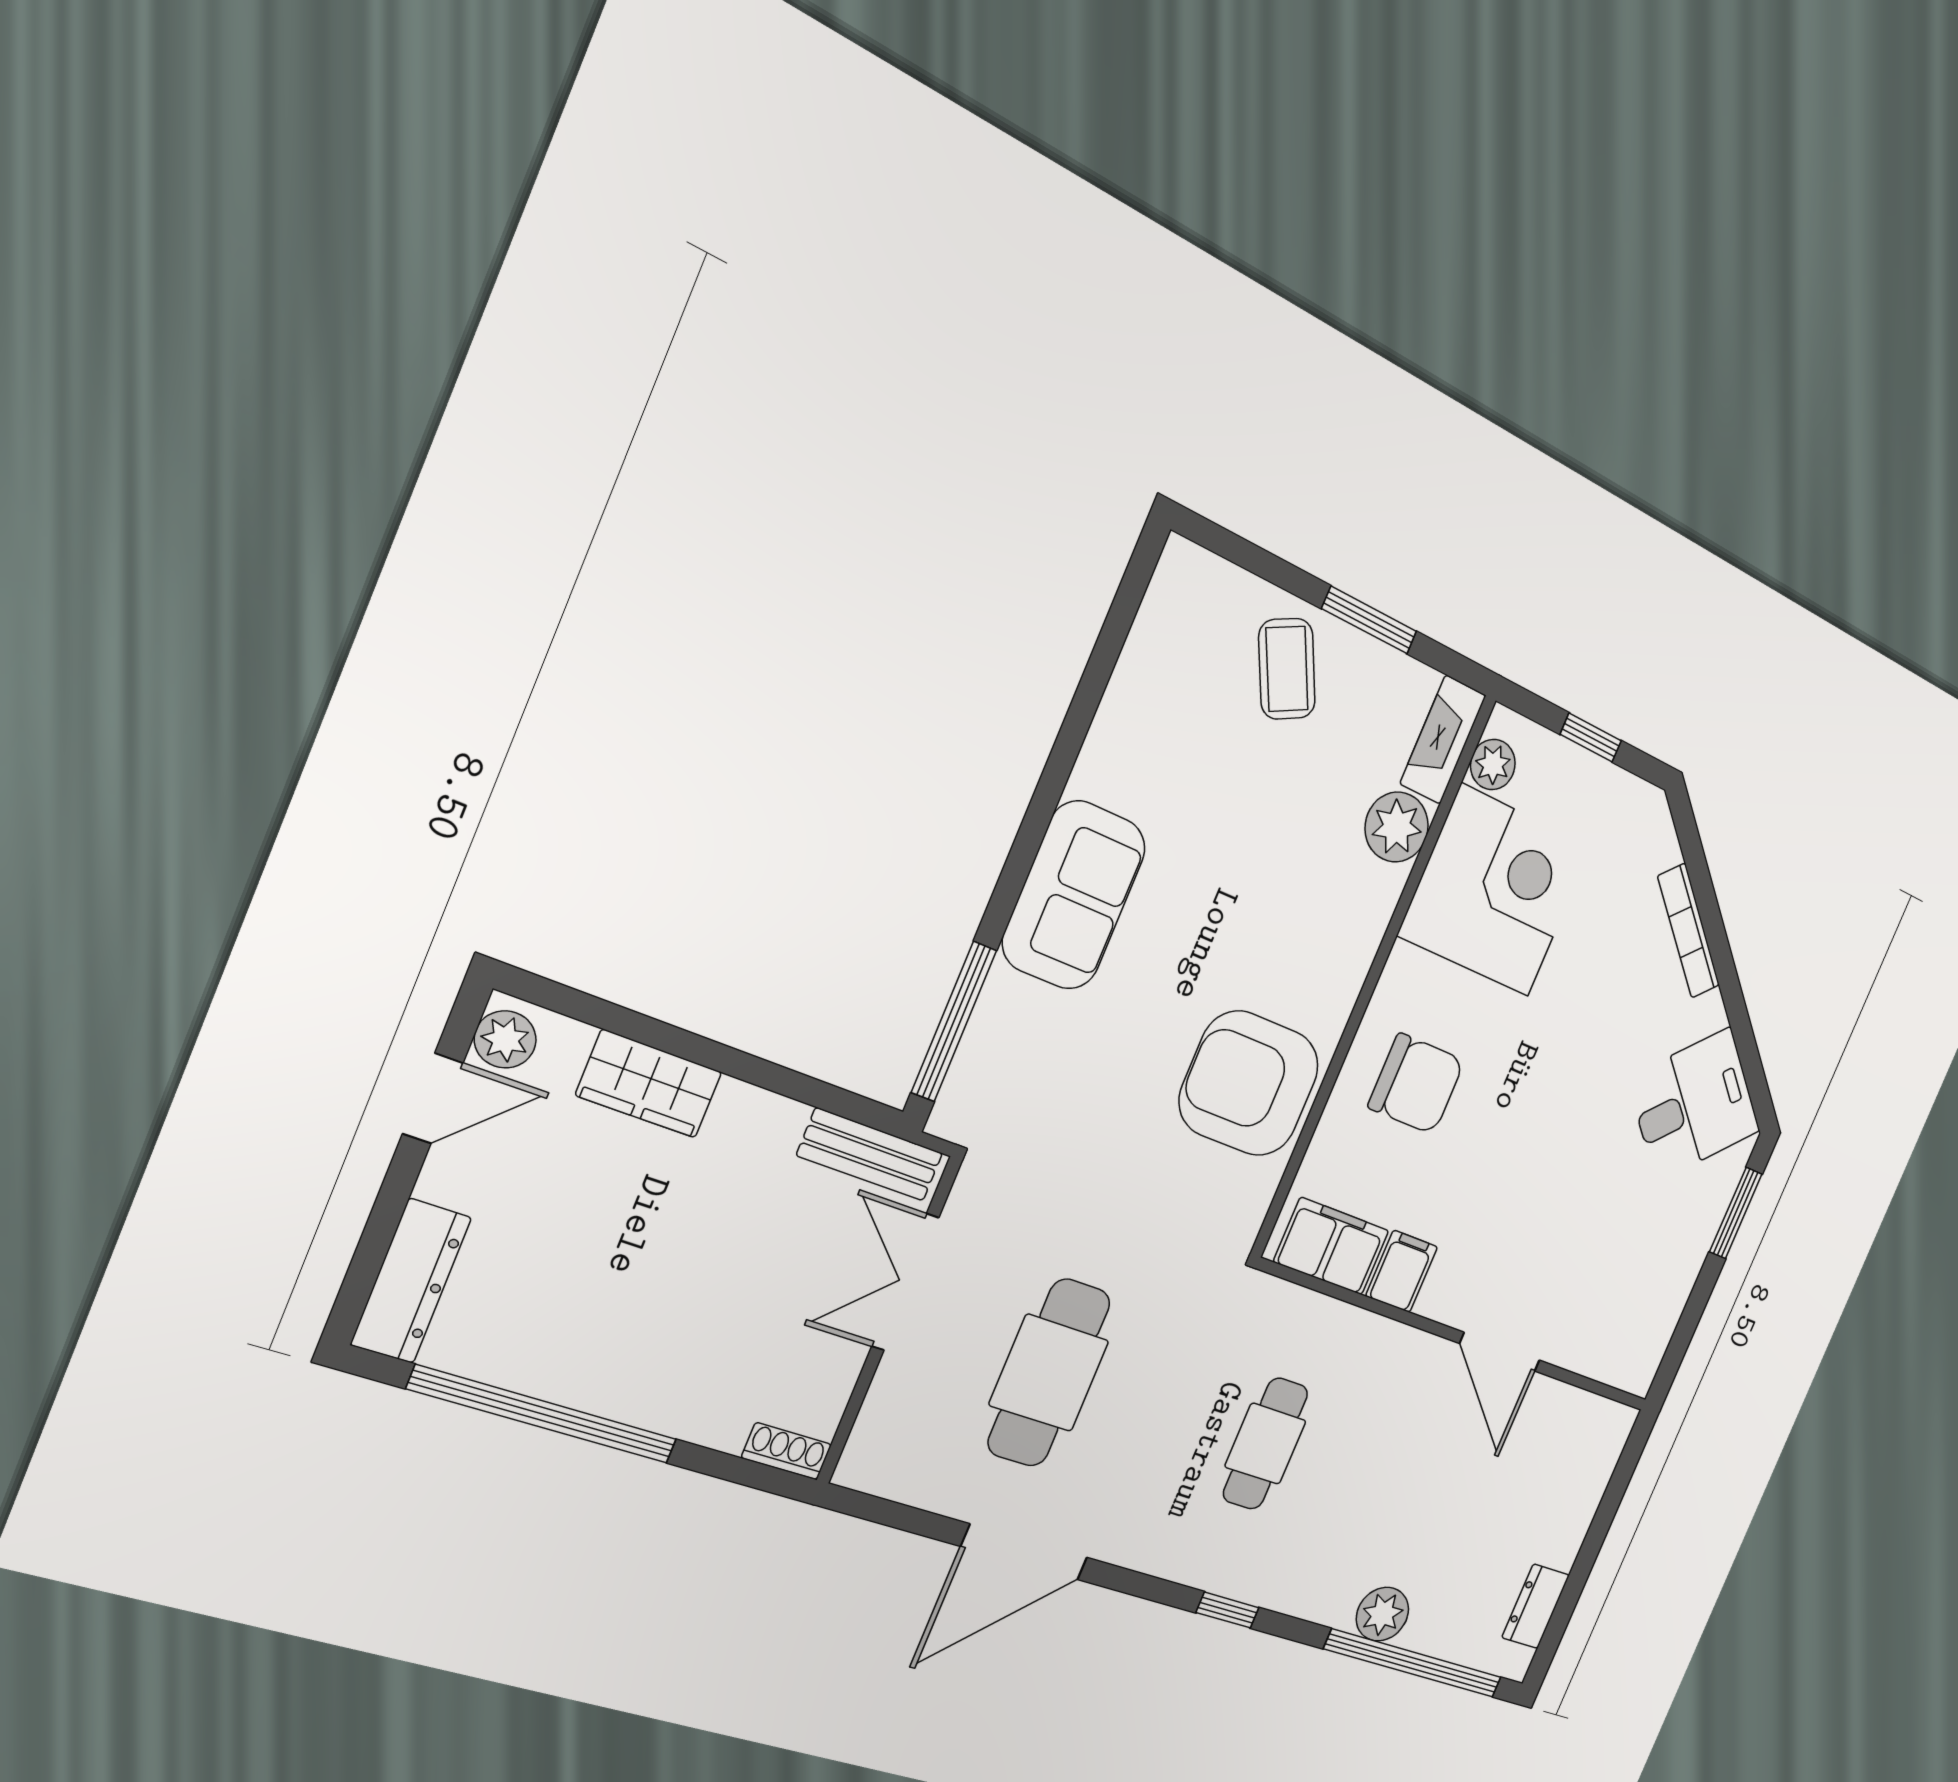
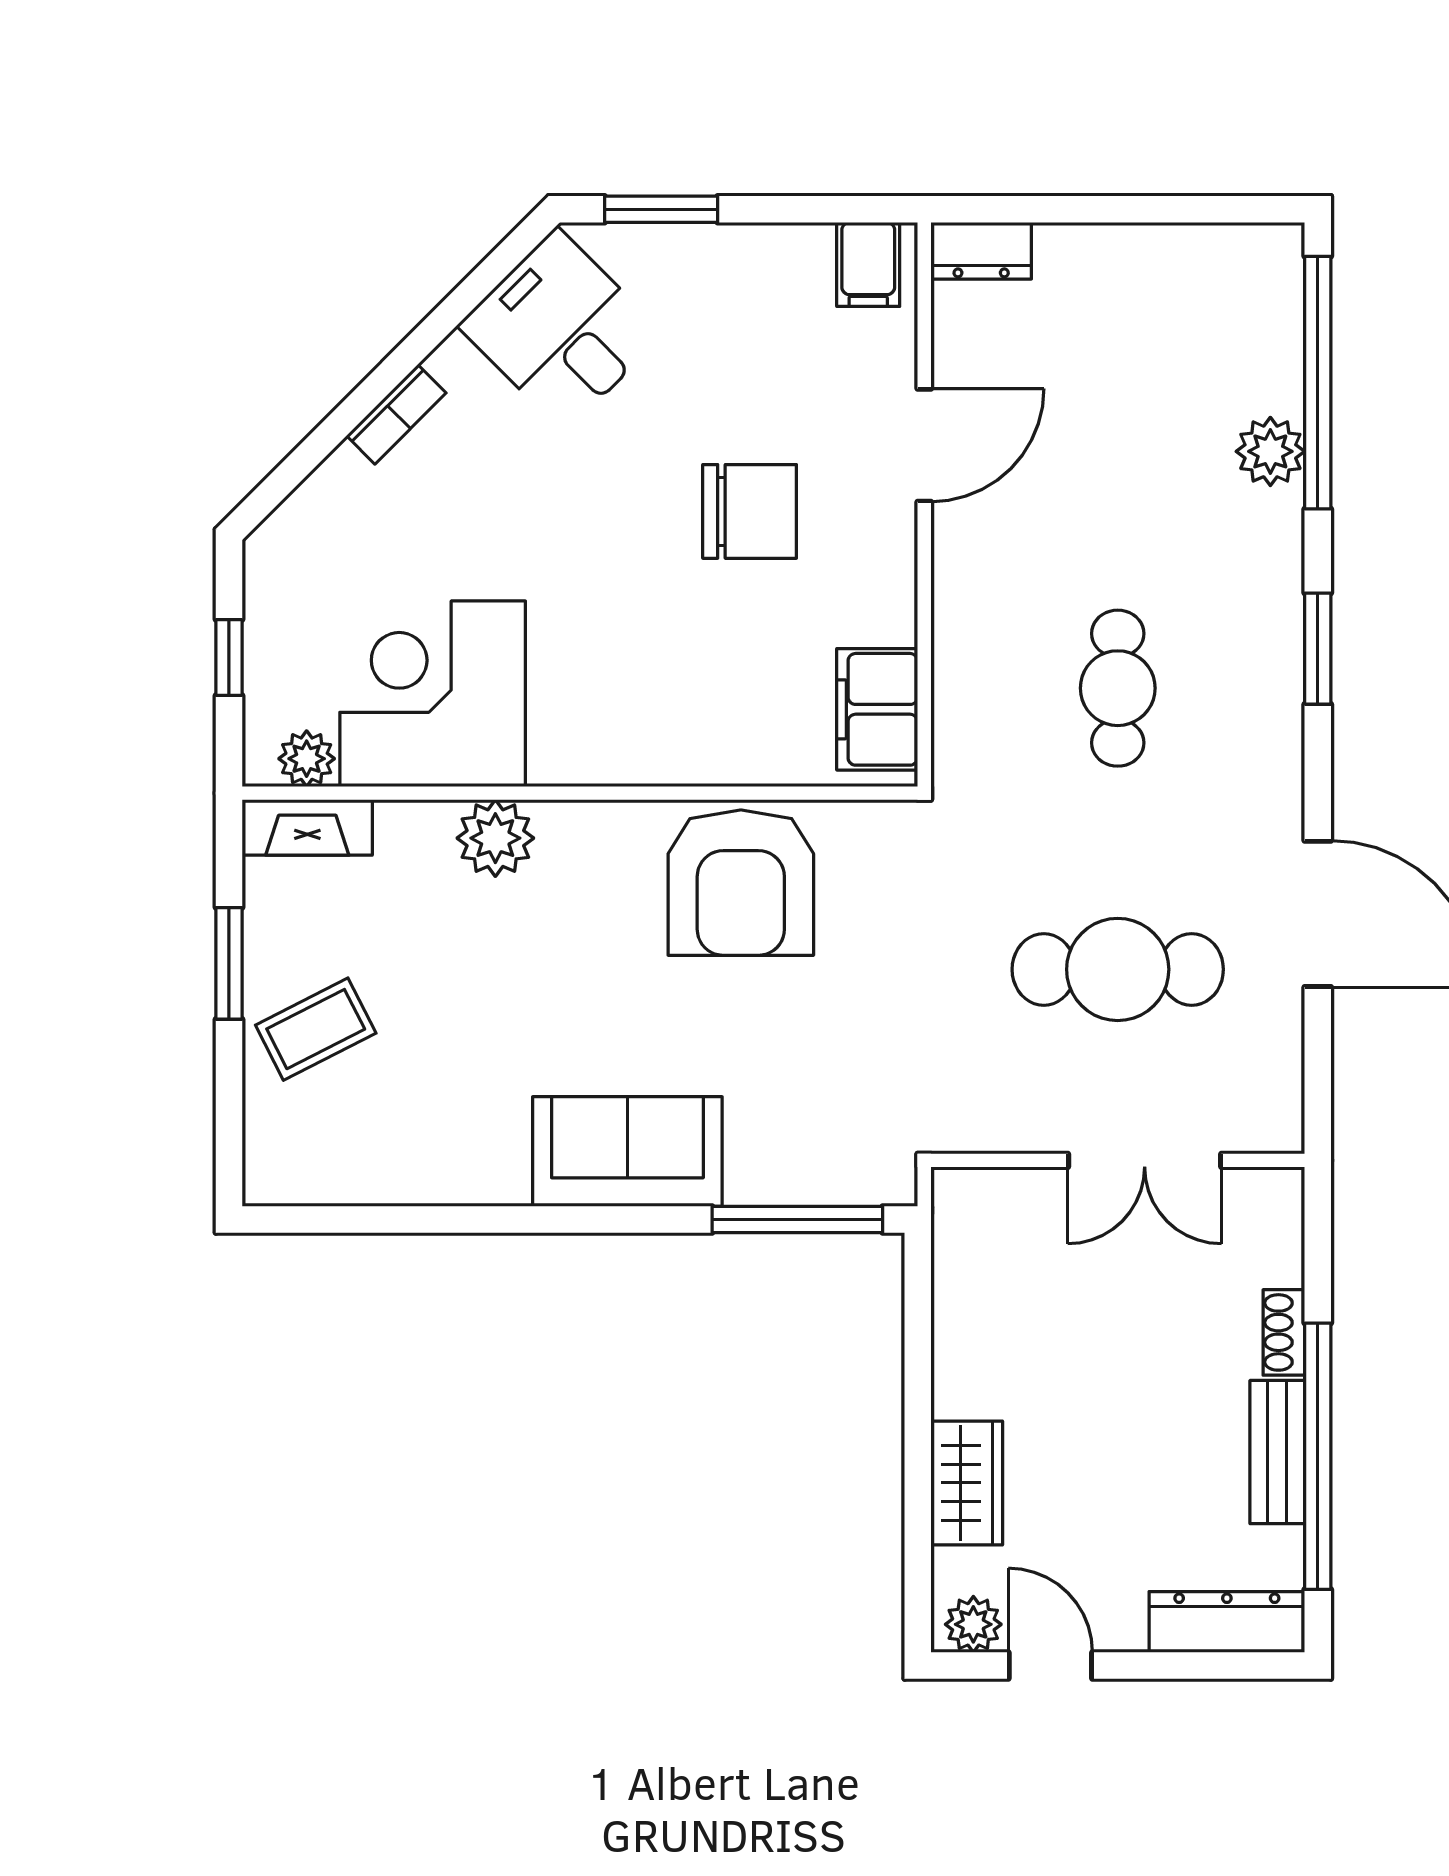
plant: (1397, 827) -> (495, 838), moved
bookcase: (1689, 931) -> (396, 414), width x0.64
chair: (1416, 1084) -> (750, 511), moved, turned 90
bench: (870, 1154) -> (1277, 1452), moved
filing cabinet: (1402, 1271) -> (868, 264), moved, turned -90
double door: (905, 1282) -> (1145, 1160), moved
cafe table: (1265, 1444) -> (1118, 688), turned 90
shoe rack: (786, 1451) -> (1284, 1332), moved
dresser: (1536, 1606) -> (981, 251), moved
window: (1227, 1610) -> (1318, 649), width x1.50

